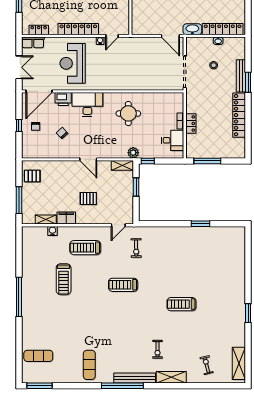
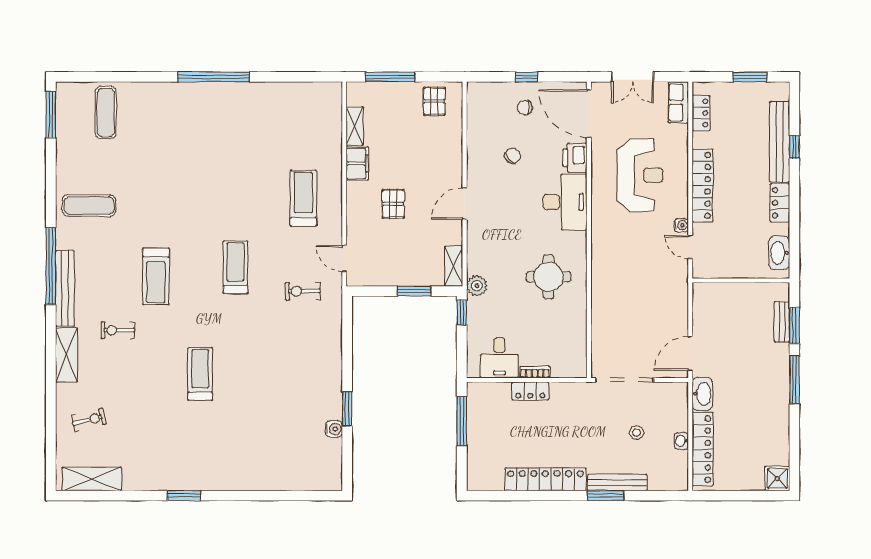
reception desk: (73, 63) -> (640, 175), turned 90
water cooler: (52, 231) -> (334, 429), moved
treadmill: (64, 279) -> (156, 276), moved, turned -90

